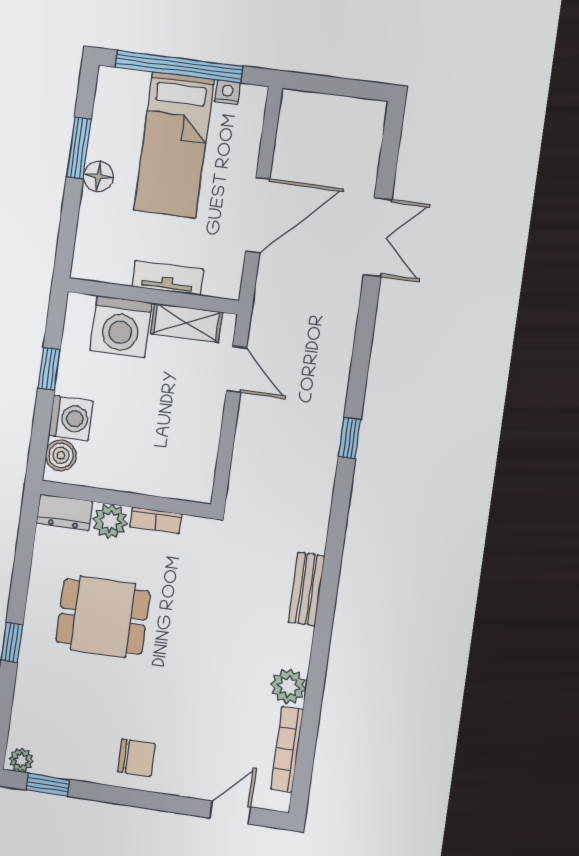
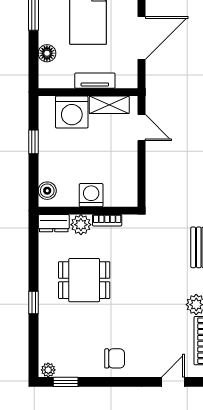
floor lamp: (98, 176) -> (47, 53), moved
washing machine: (71, 418) -> (91, 195), moved, turned -90

